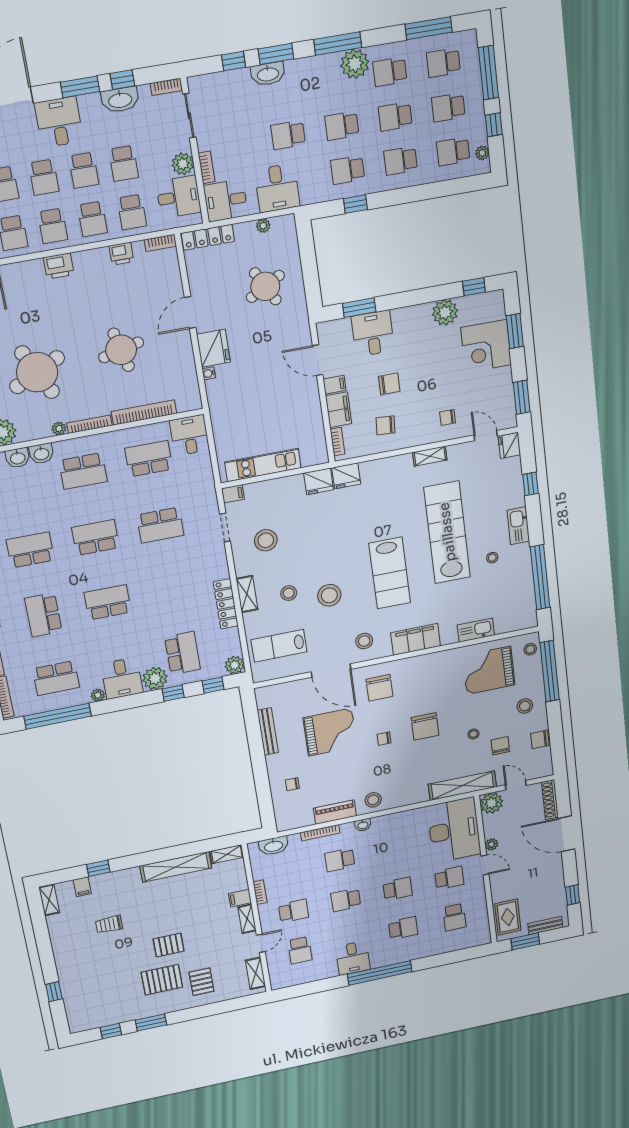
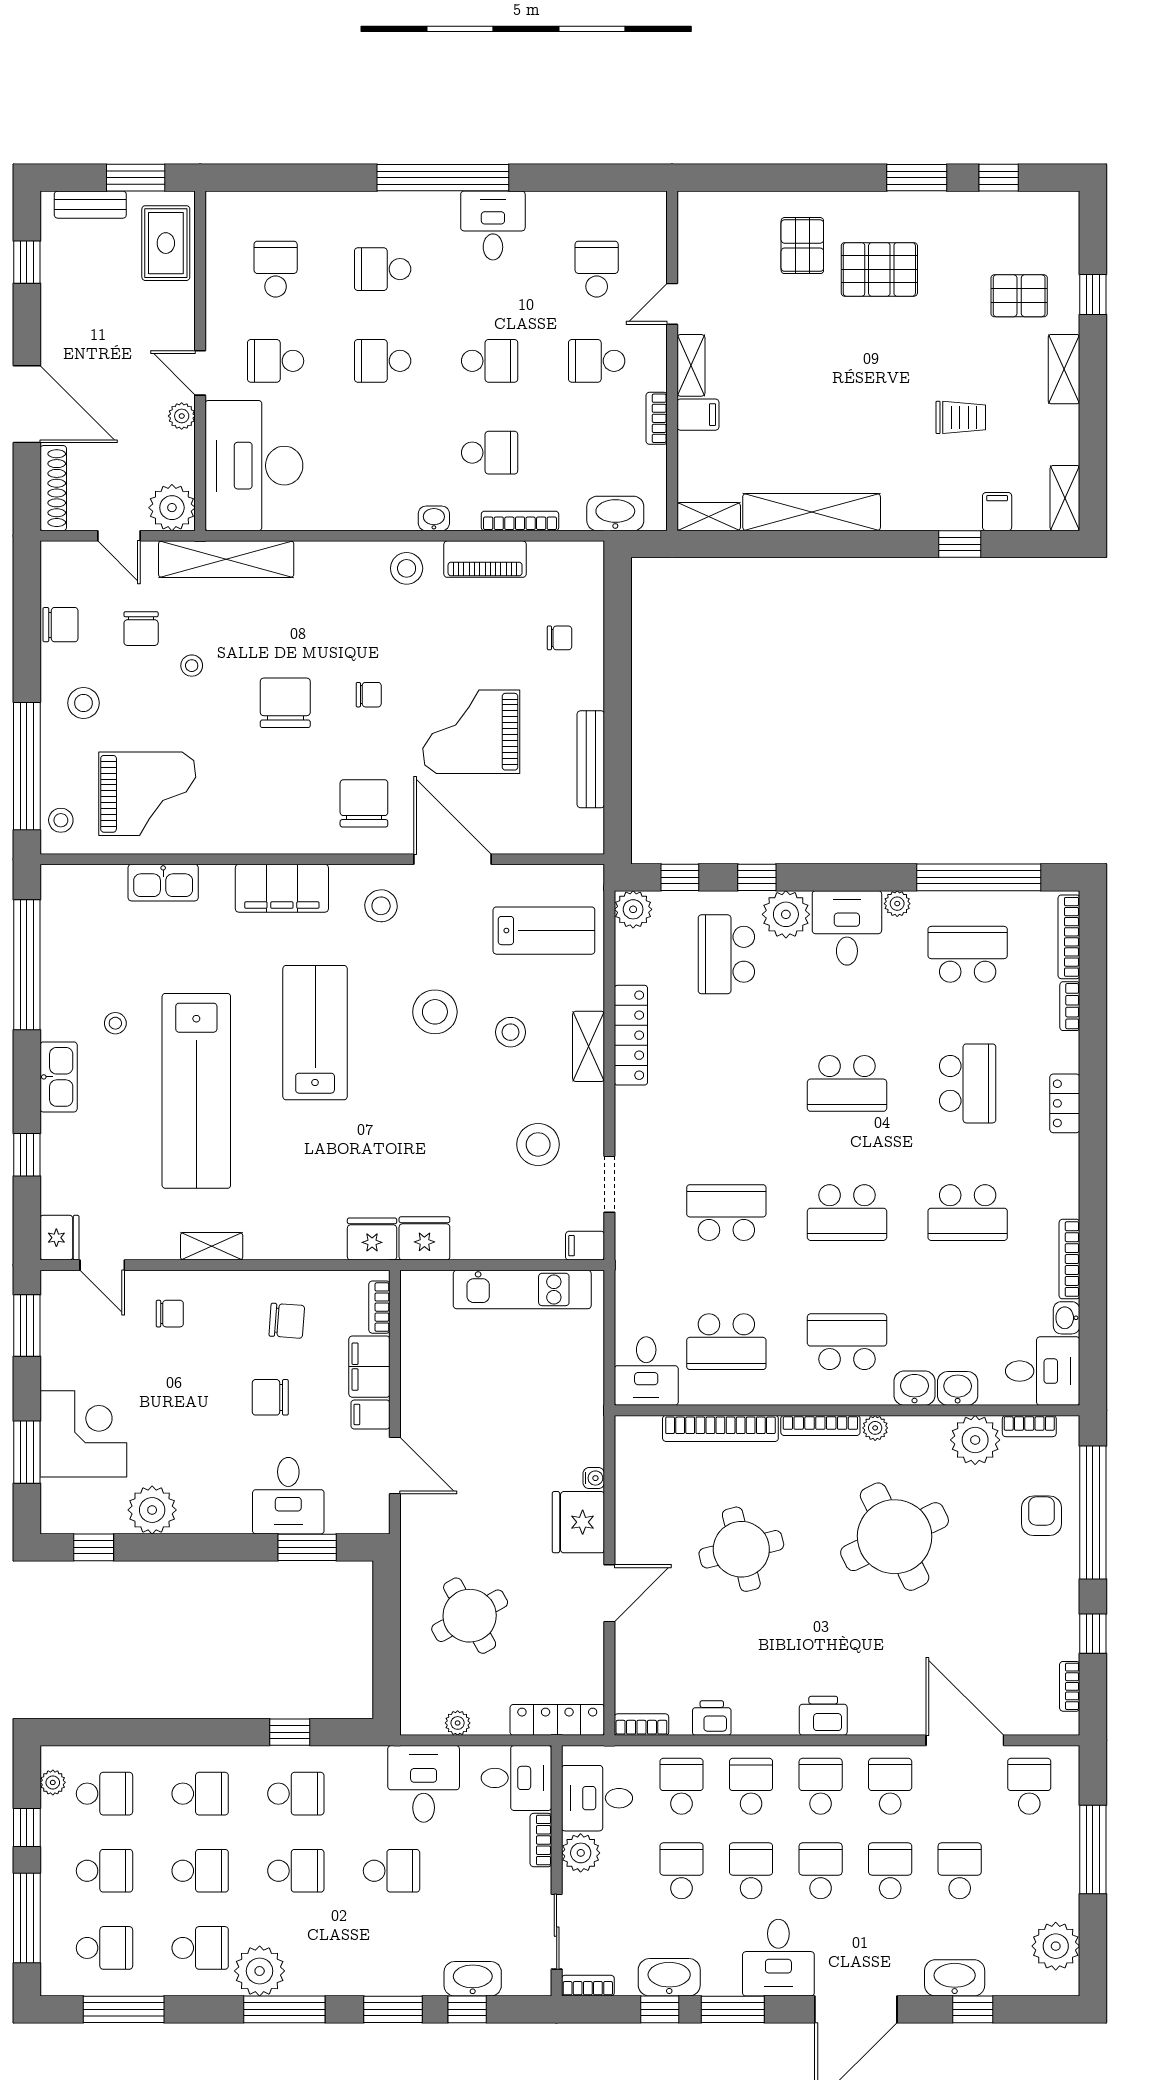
washbasin: (268, 74) -> (473, 1979), moved
pallet: (169, 945) -> (1019, 296), moved
shelving: (255, 973) -> (1064, 369), moved

